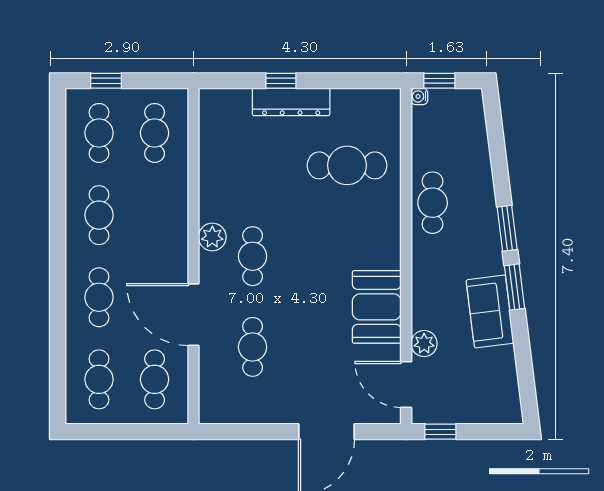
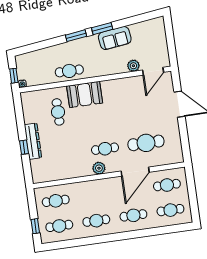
cafe table: (347, 165) -> (58, 112), width x0.73, depth x0.74
booth: (377, 307) -> (85, 94), moved
cafe table: (253, 347) -> (146, 143), width x1.37, depth x1.35
window: (440, 432) -> (172, 53), removed

